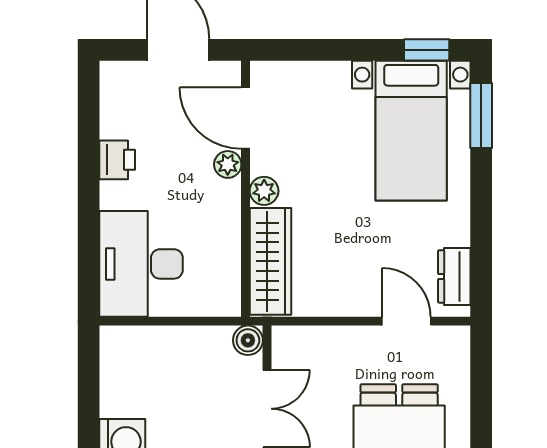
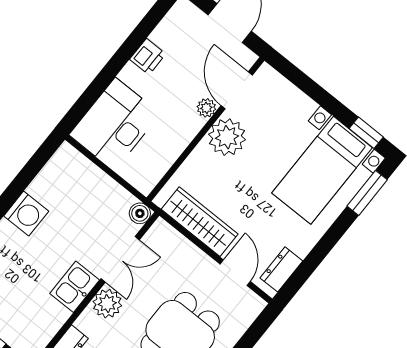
plant: (264, 191) -> (227, 137), width x1.87, depth x1.87
wardrobe: (270, 261) -> (200, 222), moved, turned -90

